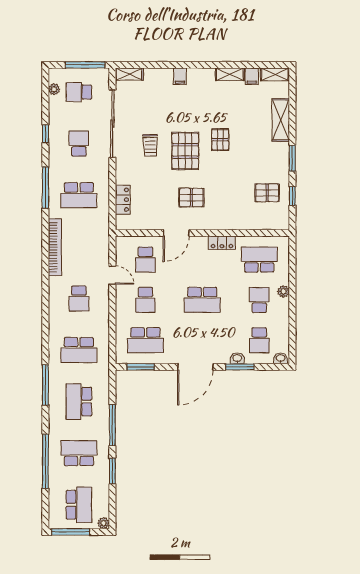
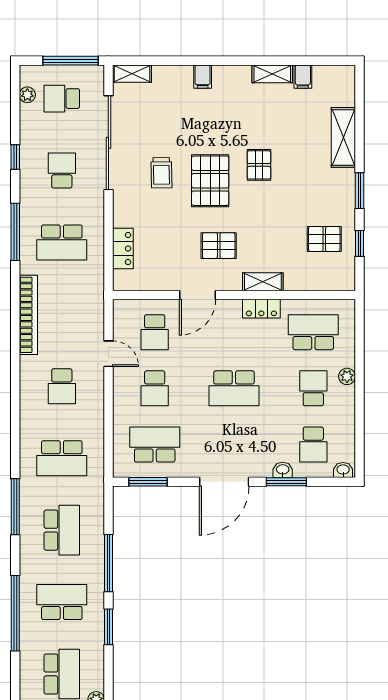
shelving: (275, 74) -> (263, 282), moved
school desk: (145, 340) -> (155, 445), turned 180
school desk: (79, 402) -> (62, 530), turned 180

